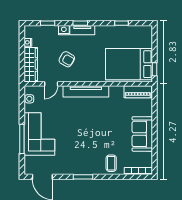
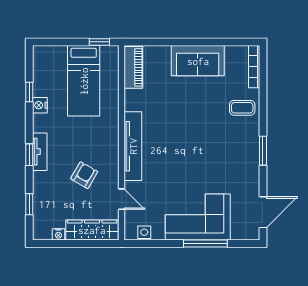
nightstand: (64, 30) -> (40, 105), moved
bed: (129, 64) -> (84, 81), width x0.67

